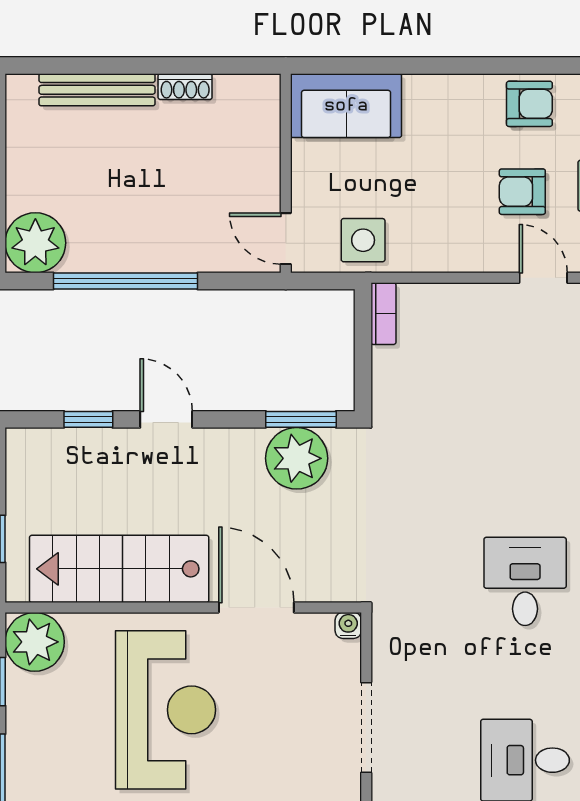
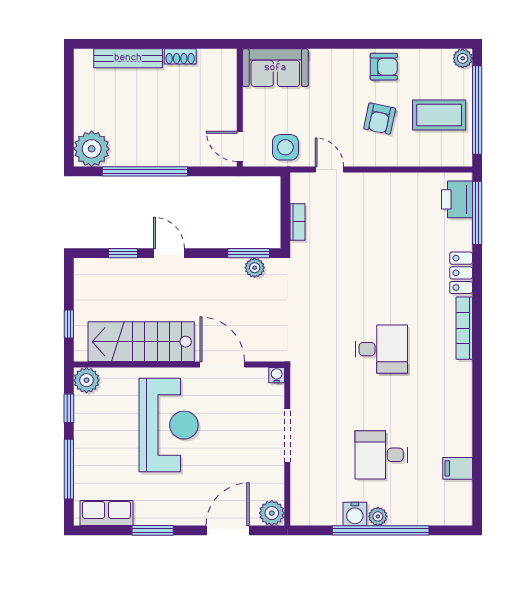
armchair: (522, 192) -> (380, 119), turned -78
door: (543, 278) -> (329, 170), moved
bookcase: (383, 314) -> (297, 222), moved
plant: (297, 458) -> (255, 268), width x0.53, depth x0.53
desk: (525, 581) -> (381, 349), turned 90
plant: (35, 642) -> (87, 380), width x0.73, depth x0.73

